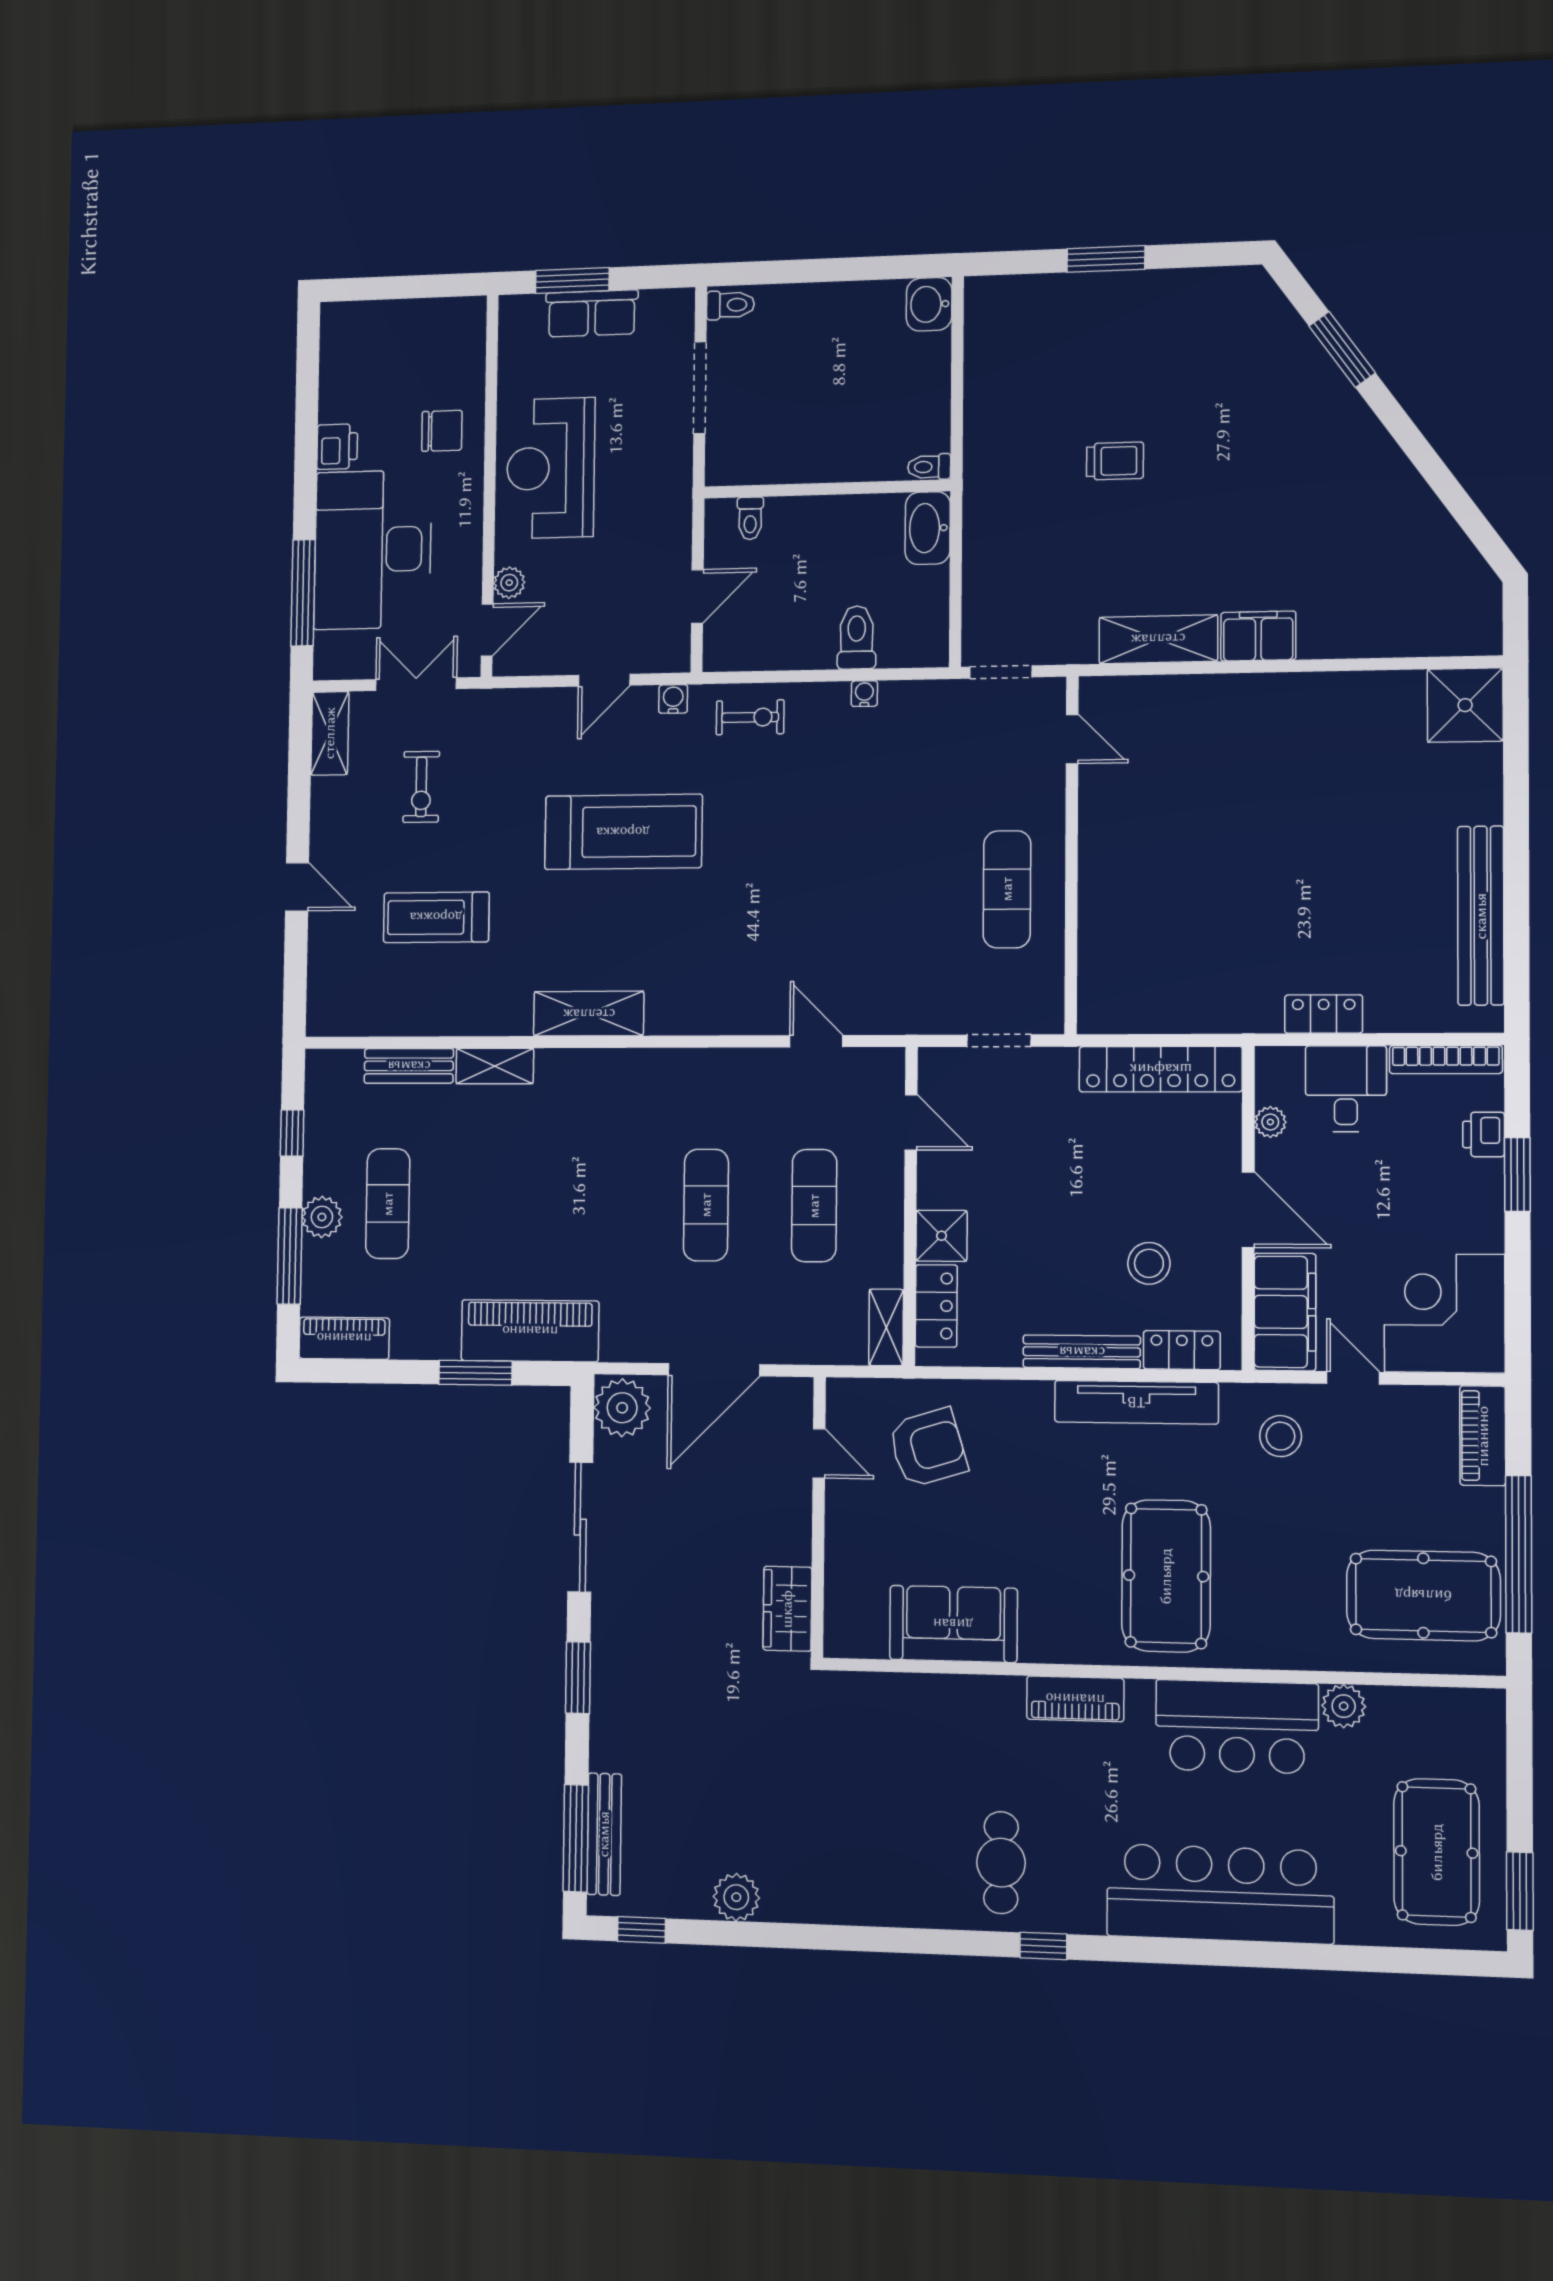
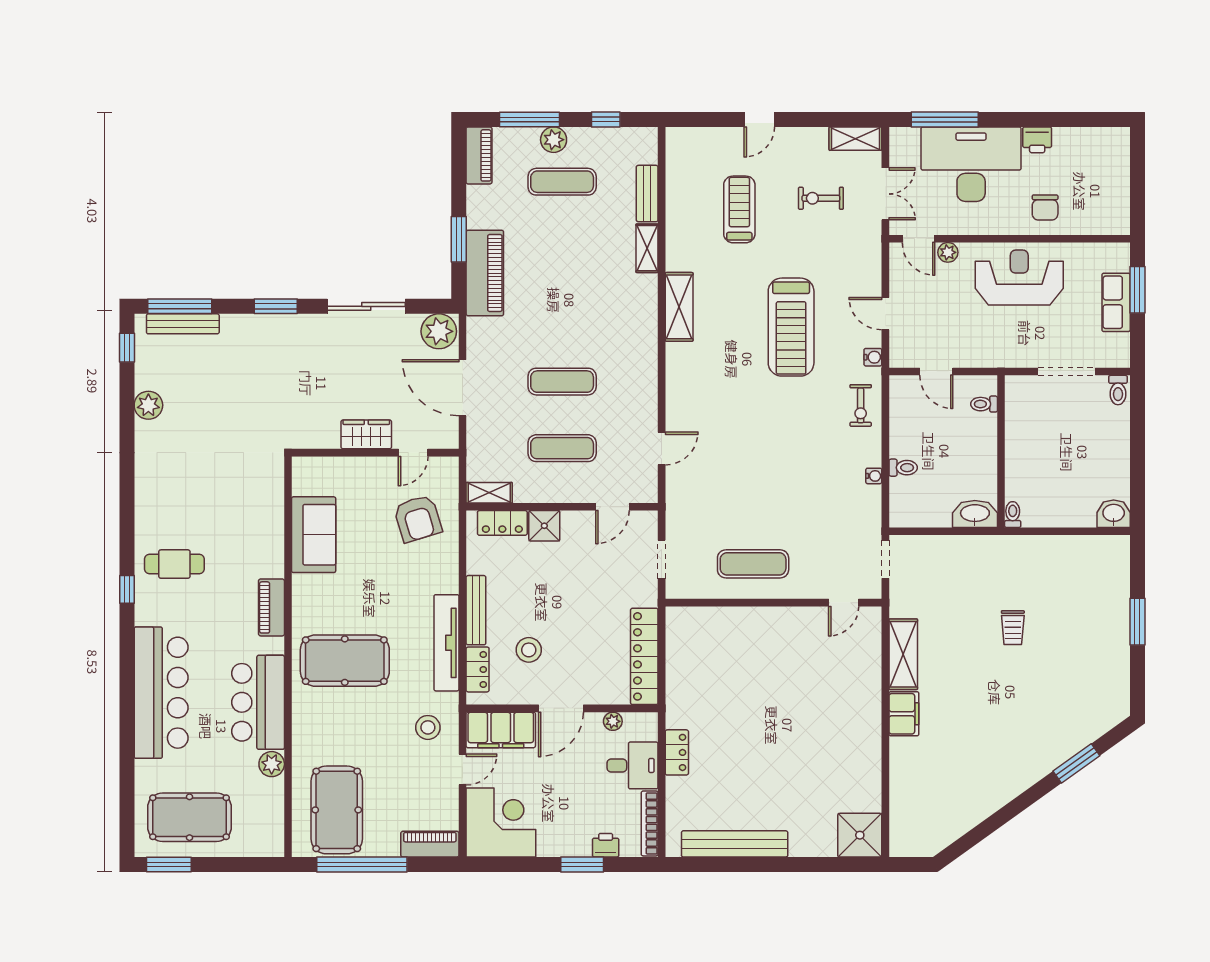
toilet: (857, 637) -> (903, 468), width x0.73, depth x0.72
wardrobe: (787, 1609) -> (366, 434), moved

